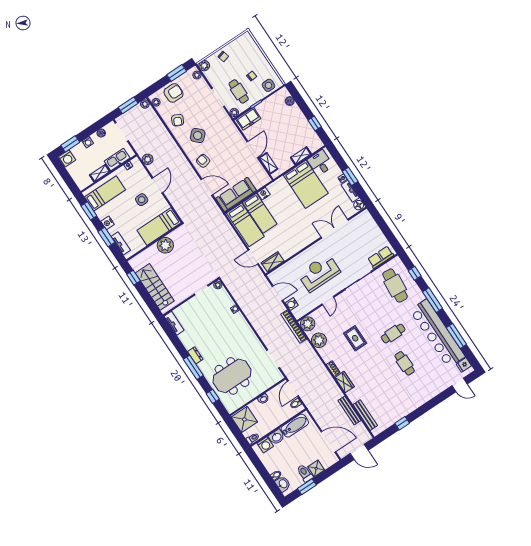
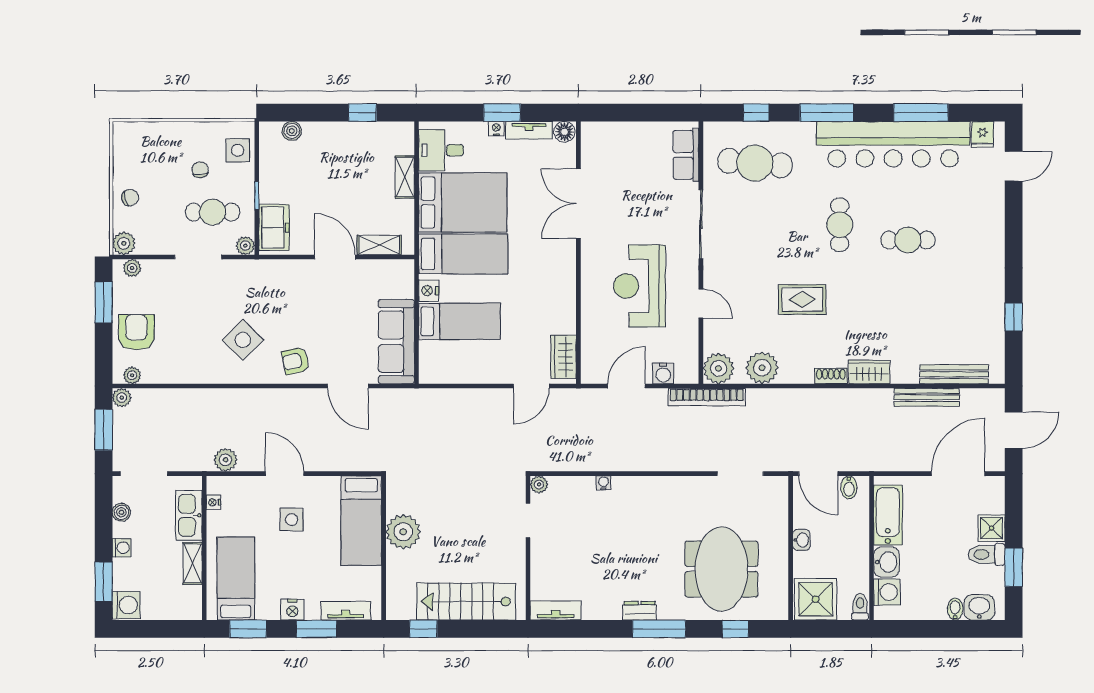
armchair: (178, 120) -> (191, 358), removed
door: (207, 187) -> (348, 386), swing flipped
bed: (245, 225) -> (463, 254), moved

